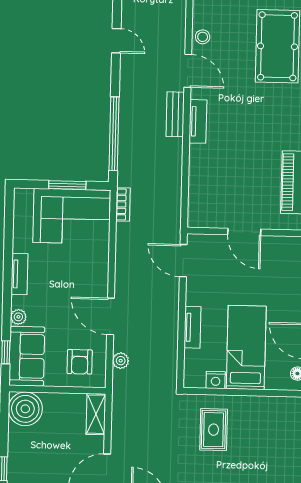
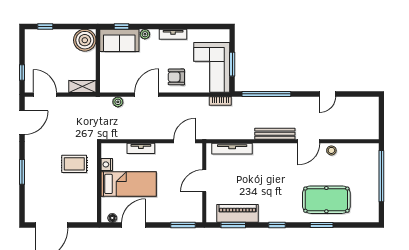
bench: (175, 114) -> (275, 134), width x1.36
tv unit: (198, 121) -> (232, 149), moved, width x1.41
armchair: (80, 362) -> (176, 77), moved

